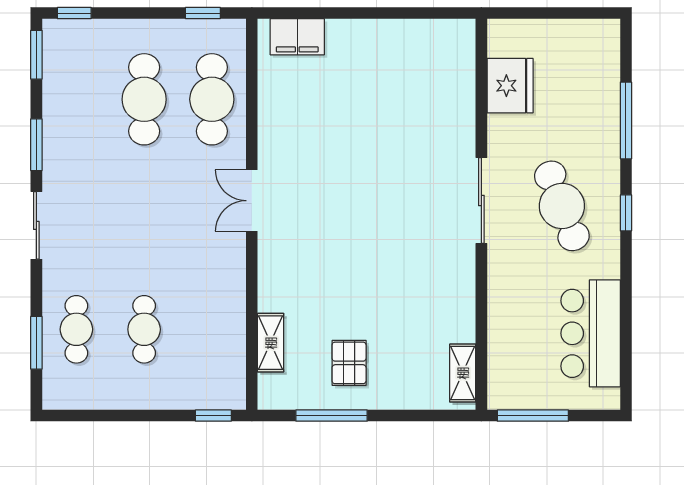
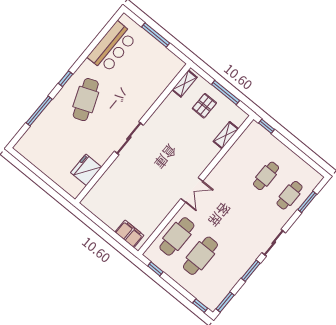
fridge: (510, 86) -> (86, 170), moved
sliding door: (481, 201) -> (129, 138), moved
wall: (481, 214) -> (133, 133), moved
shelving: (463, 373) -> (185, 84), moved

